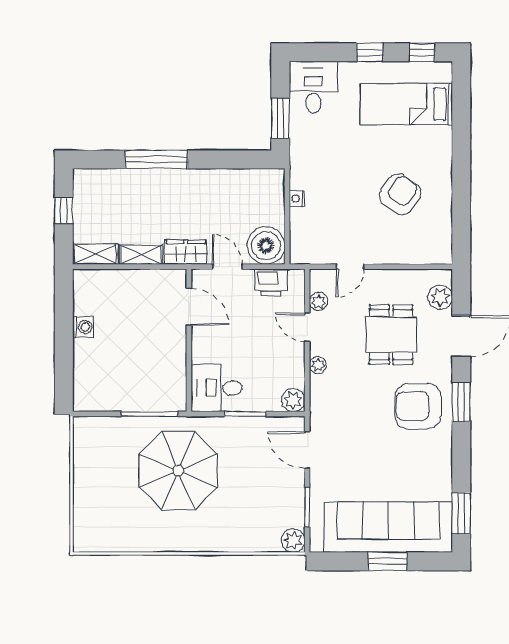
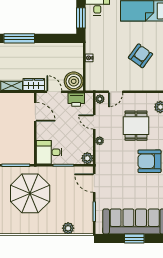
plant: (318, 302) -> (100, 99), moved
plant: (293, 541) -> (68, 228), moved

